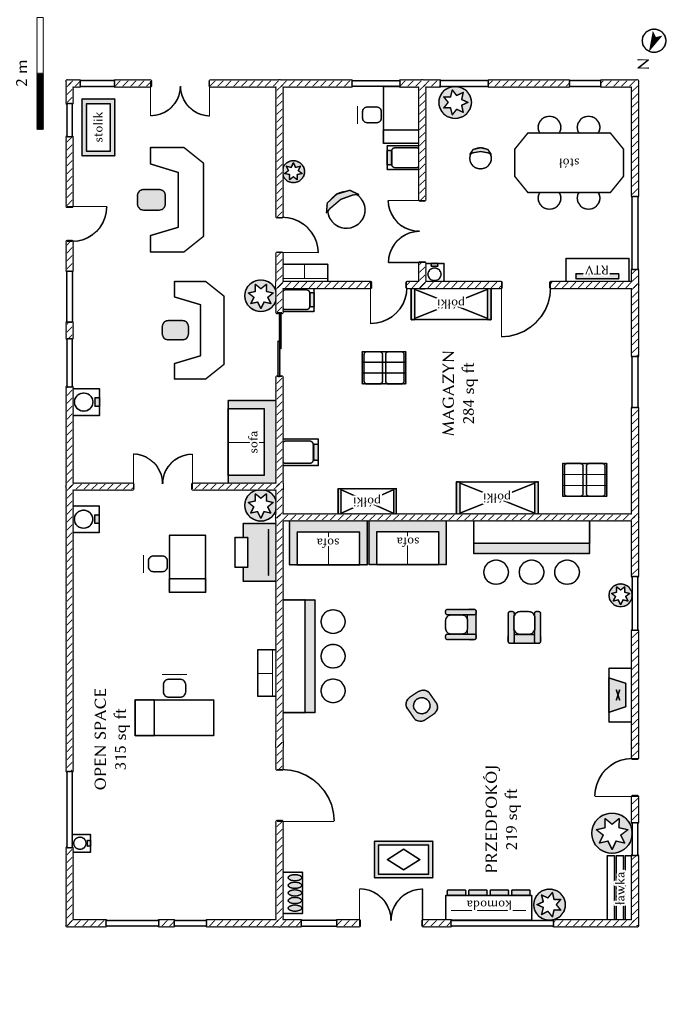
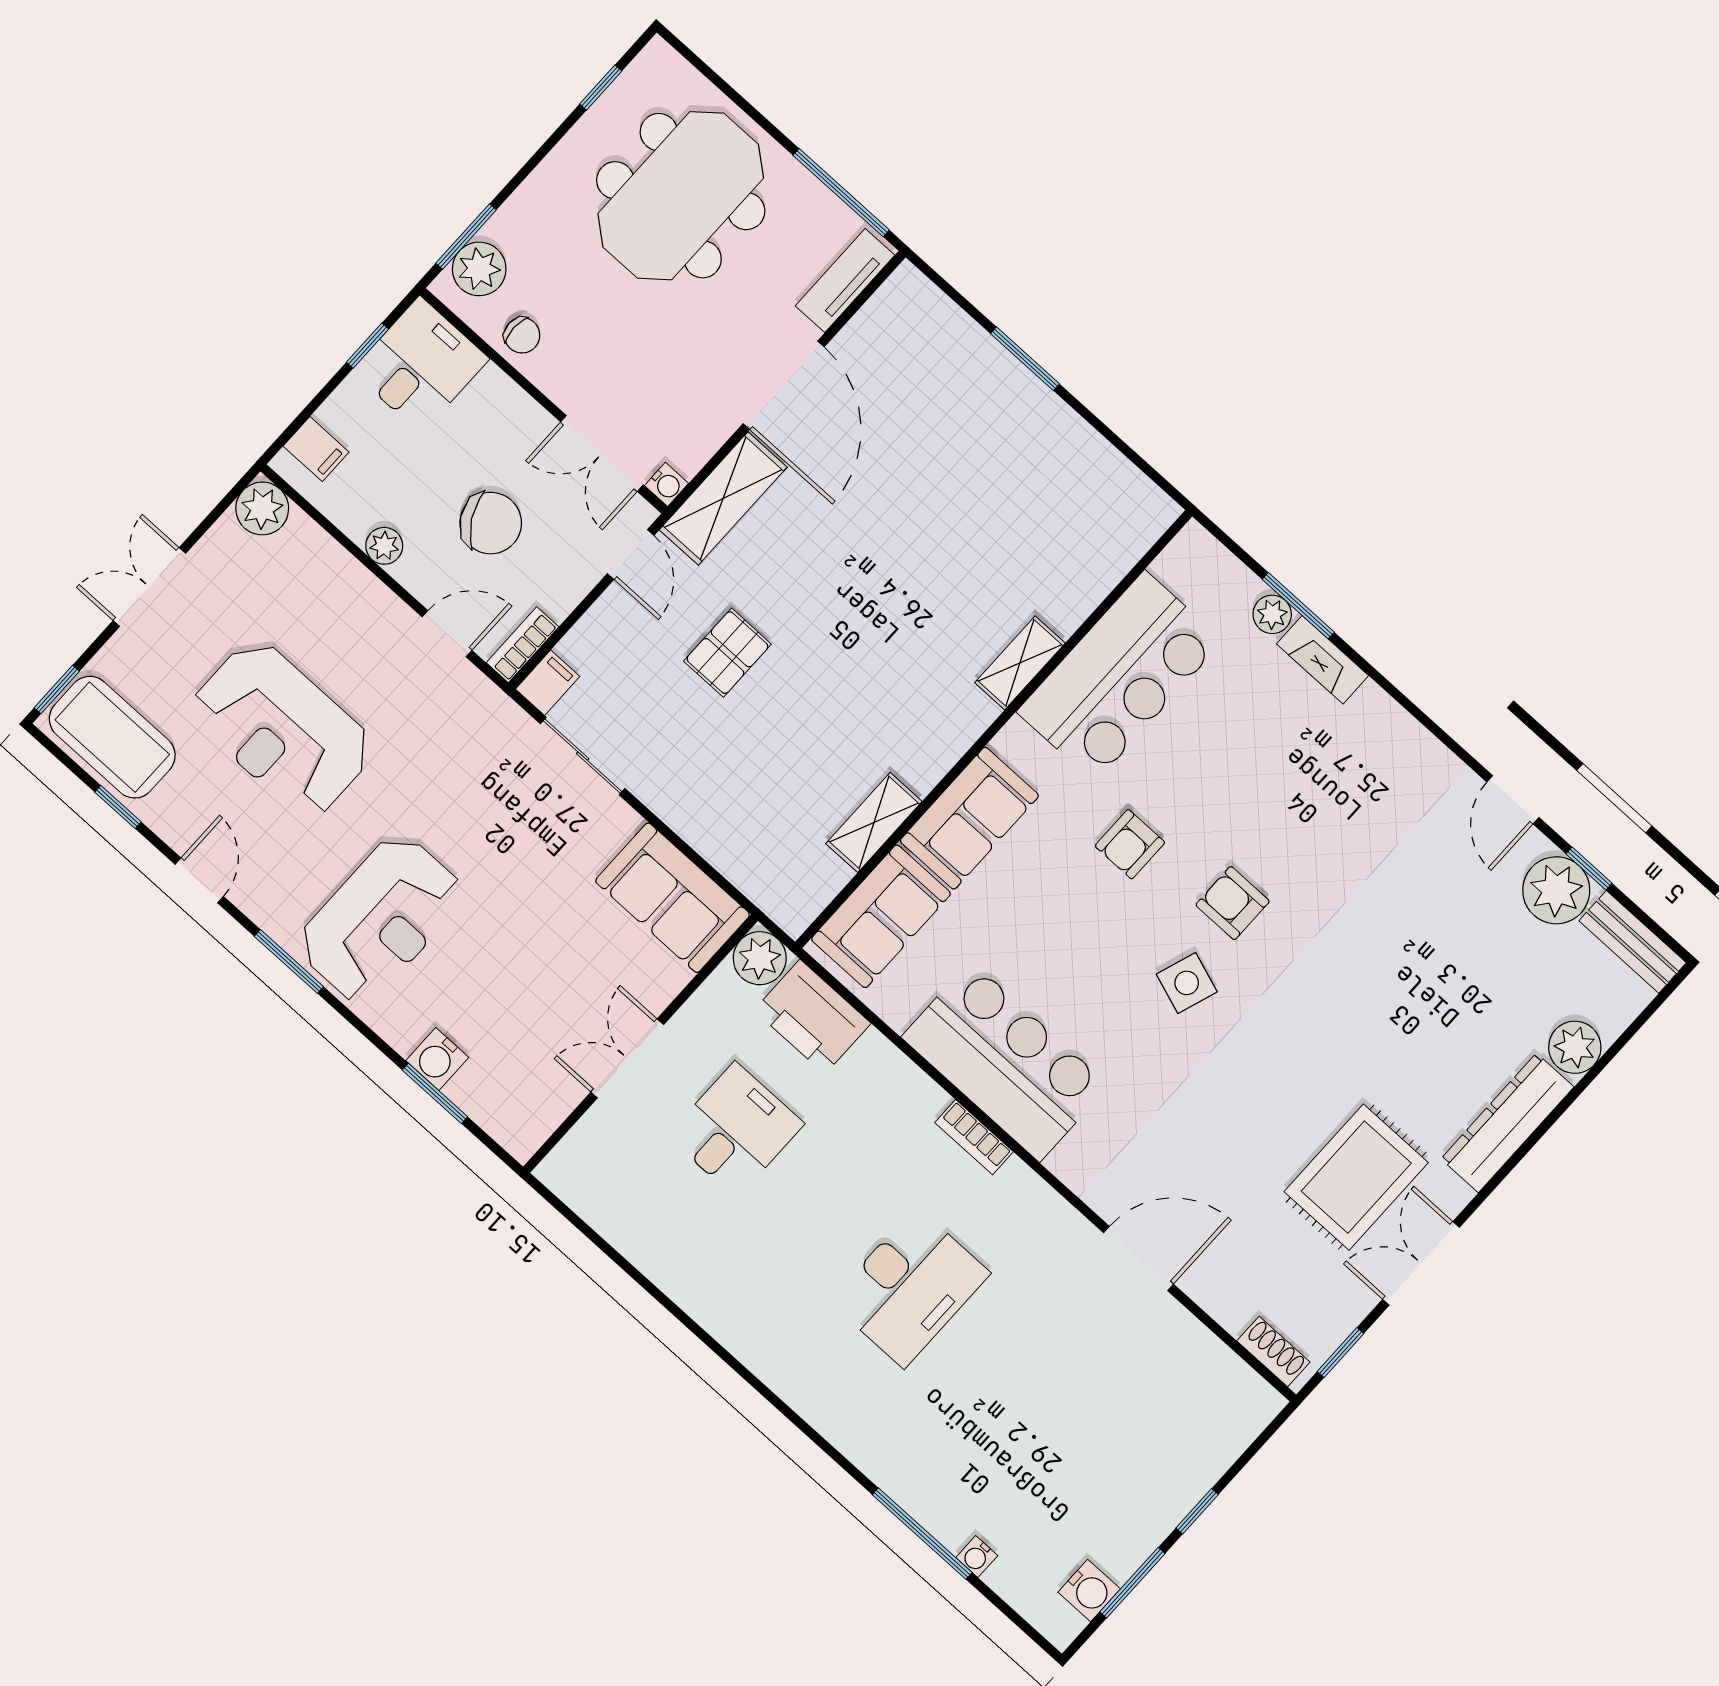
double door: (180, 83) -> (149, 587), swing flipped
window: (376, 83) -> (367, 346), width x0.67
window: (70, 120) -> (118, 807), moved
coffee table: (98, 127) -> (112, 737), width x1.36, depth x1.32
filing cabinet: (403, 158) -> (316, 449), moved, turned -90
chair: (481, 158) -> (522, 335), moved
door: (526, 285) -> (784, 385), width x1.36
plant: (261, 296) -> (262, 508), moved
reception desk: (193, 330) -> (381, 919), moved, turned -90
window: (70, 363) -> (435, 1093), moved
filing cabinet: (300, 452) -> (738, 850), removed
pallet: (585, 480) -> (1090, 530), removed
shelving: (497, 498) -> (1020, 663), width x0.67, depth x0.75
water cooler: (86, 519) -> (1089, 1591), moved, turned -90
armchair: (524, 627) -> (1233, 903), moved
fireplace: (621, 695) -> (1323, 660), moved
side table: (422, 706) -> (1187, 983), turned -37
rug: (404, 860) -> (1356, 1177), width x1.36, depth x1.43
window: (502, 923) -> (1545, 1126), removed

